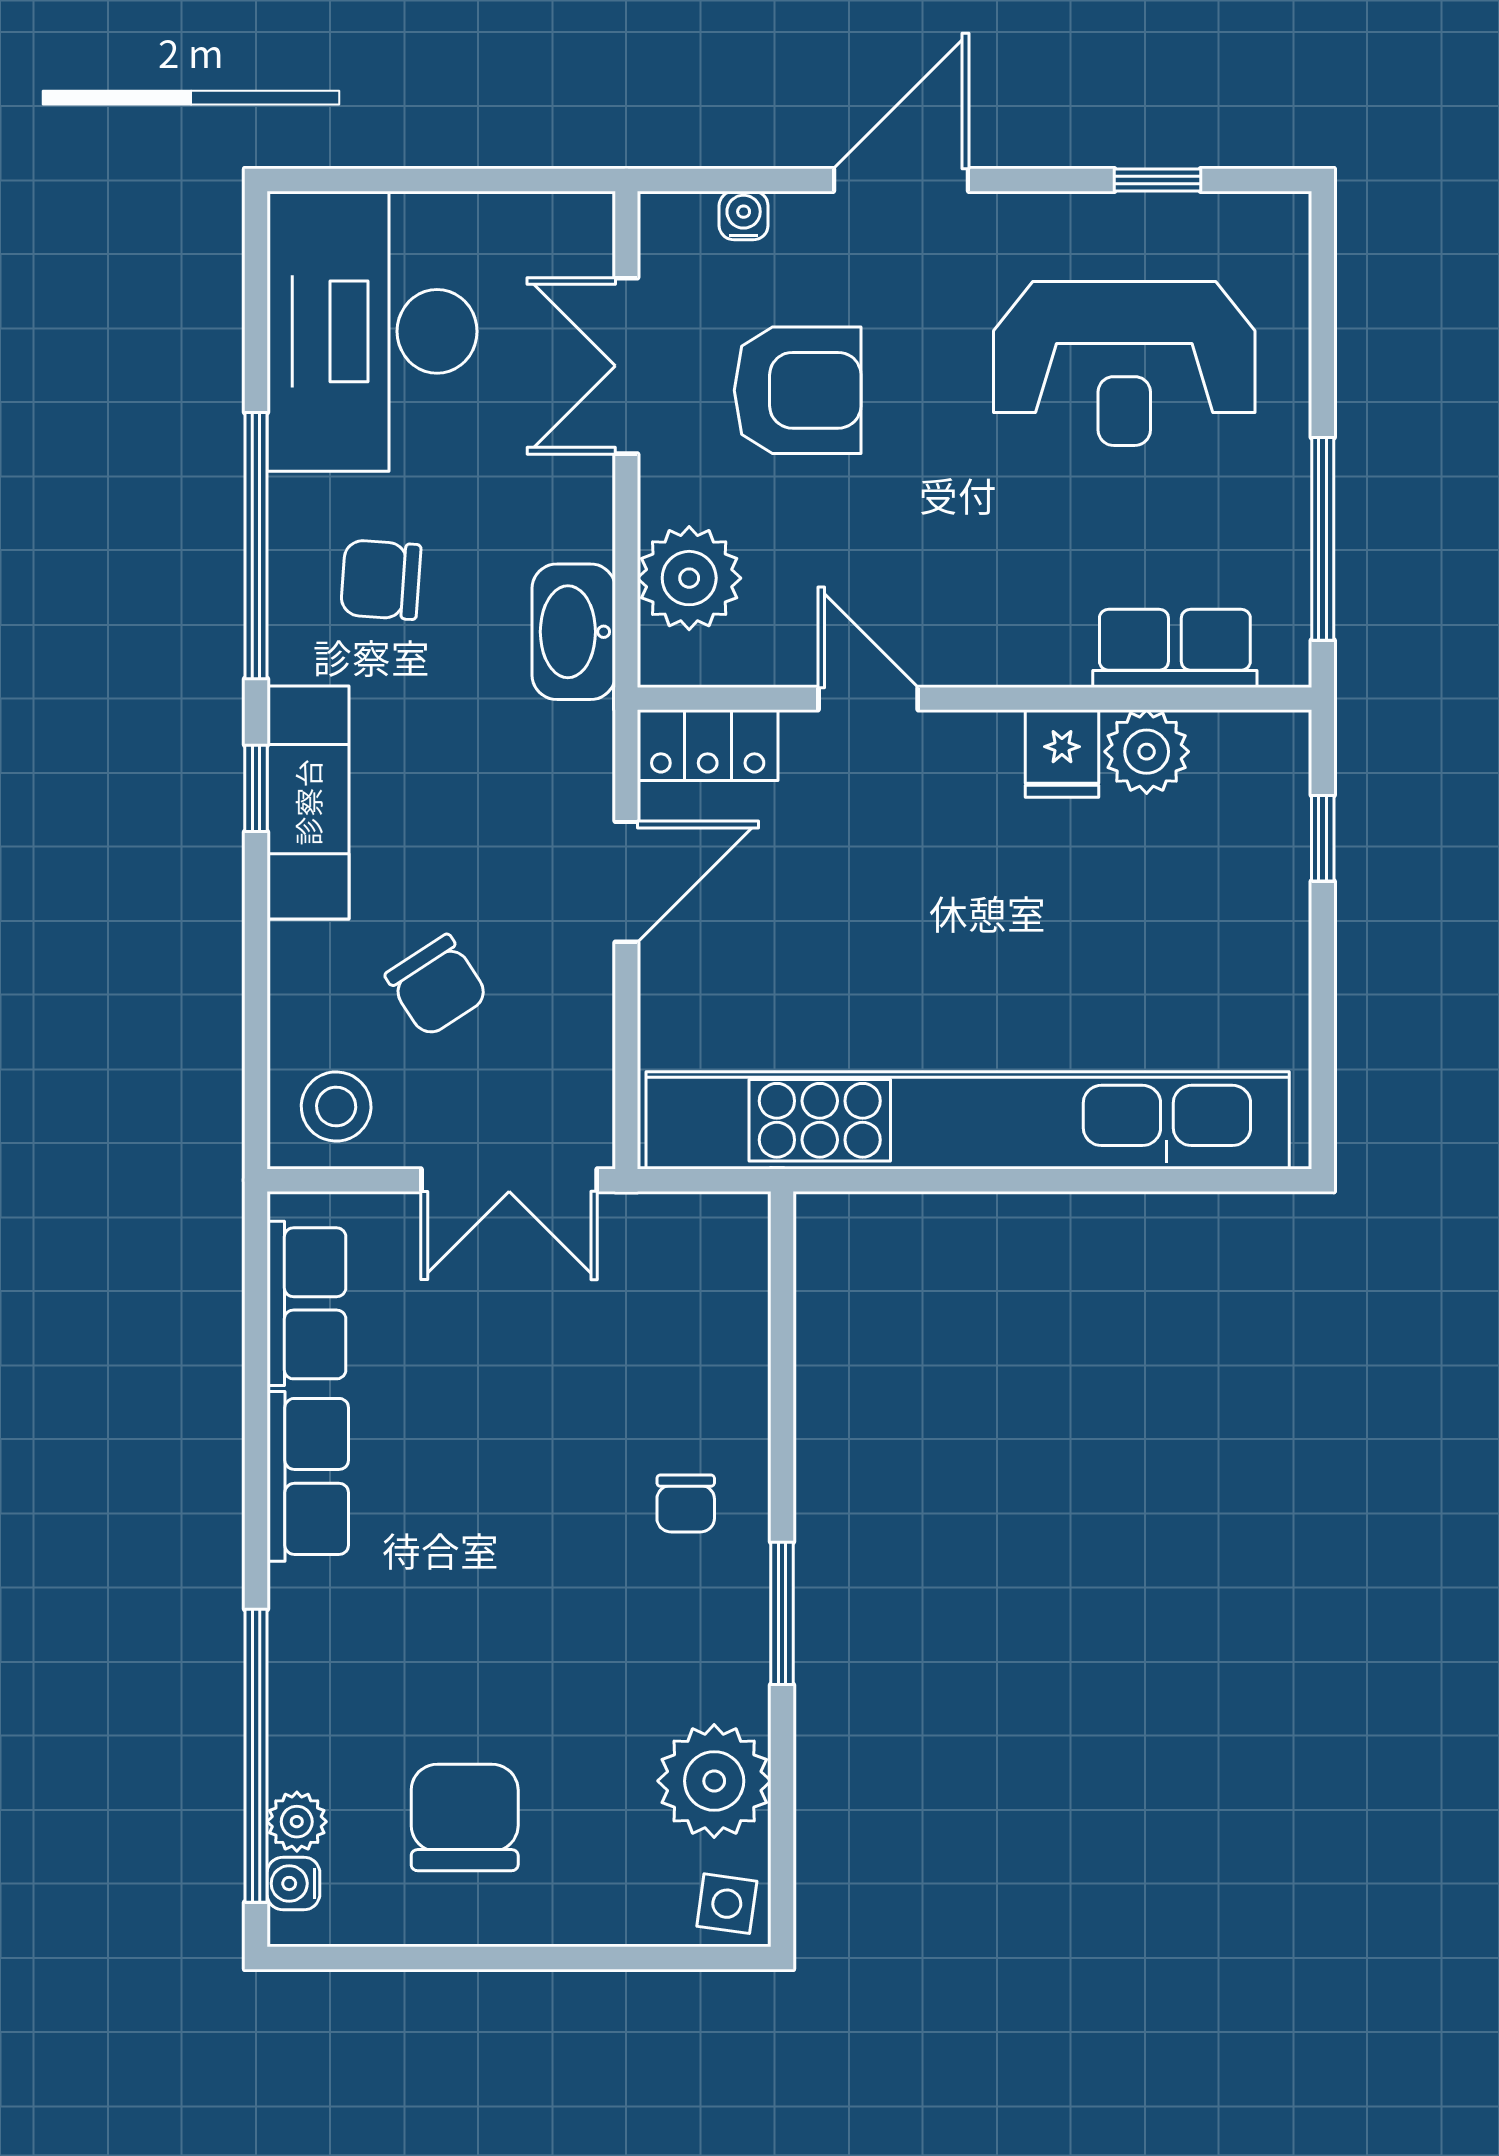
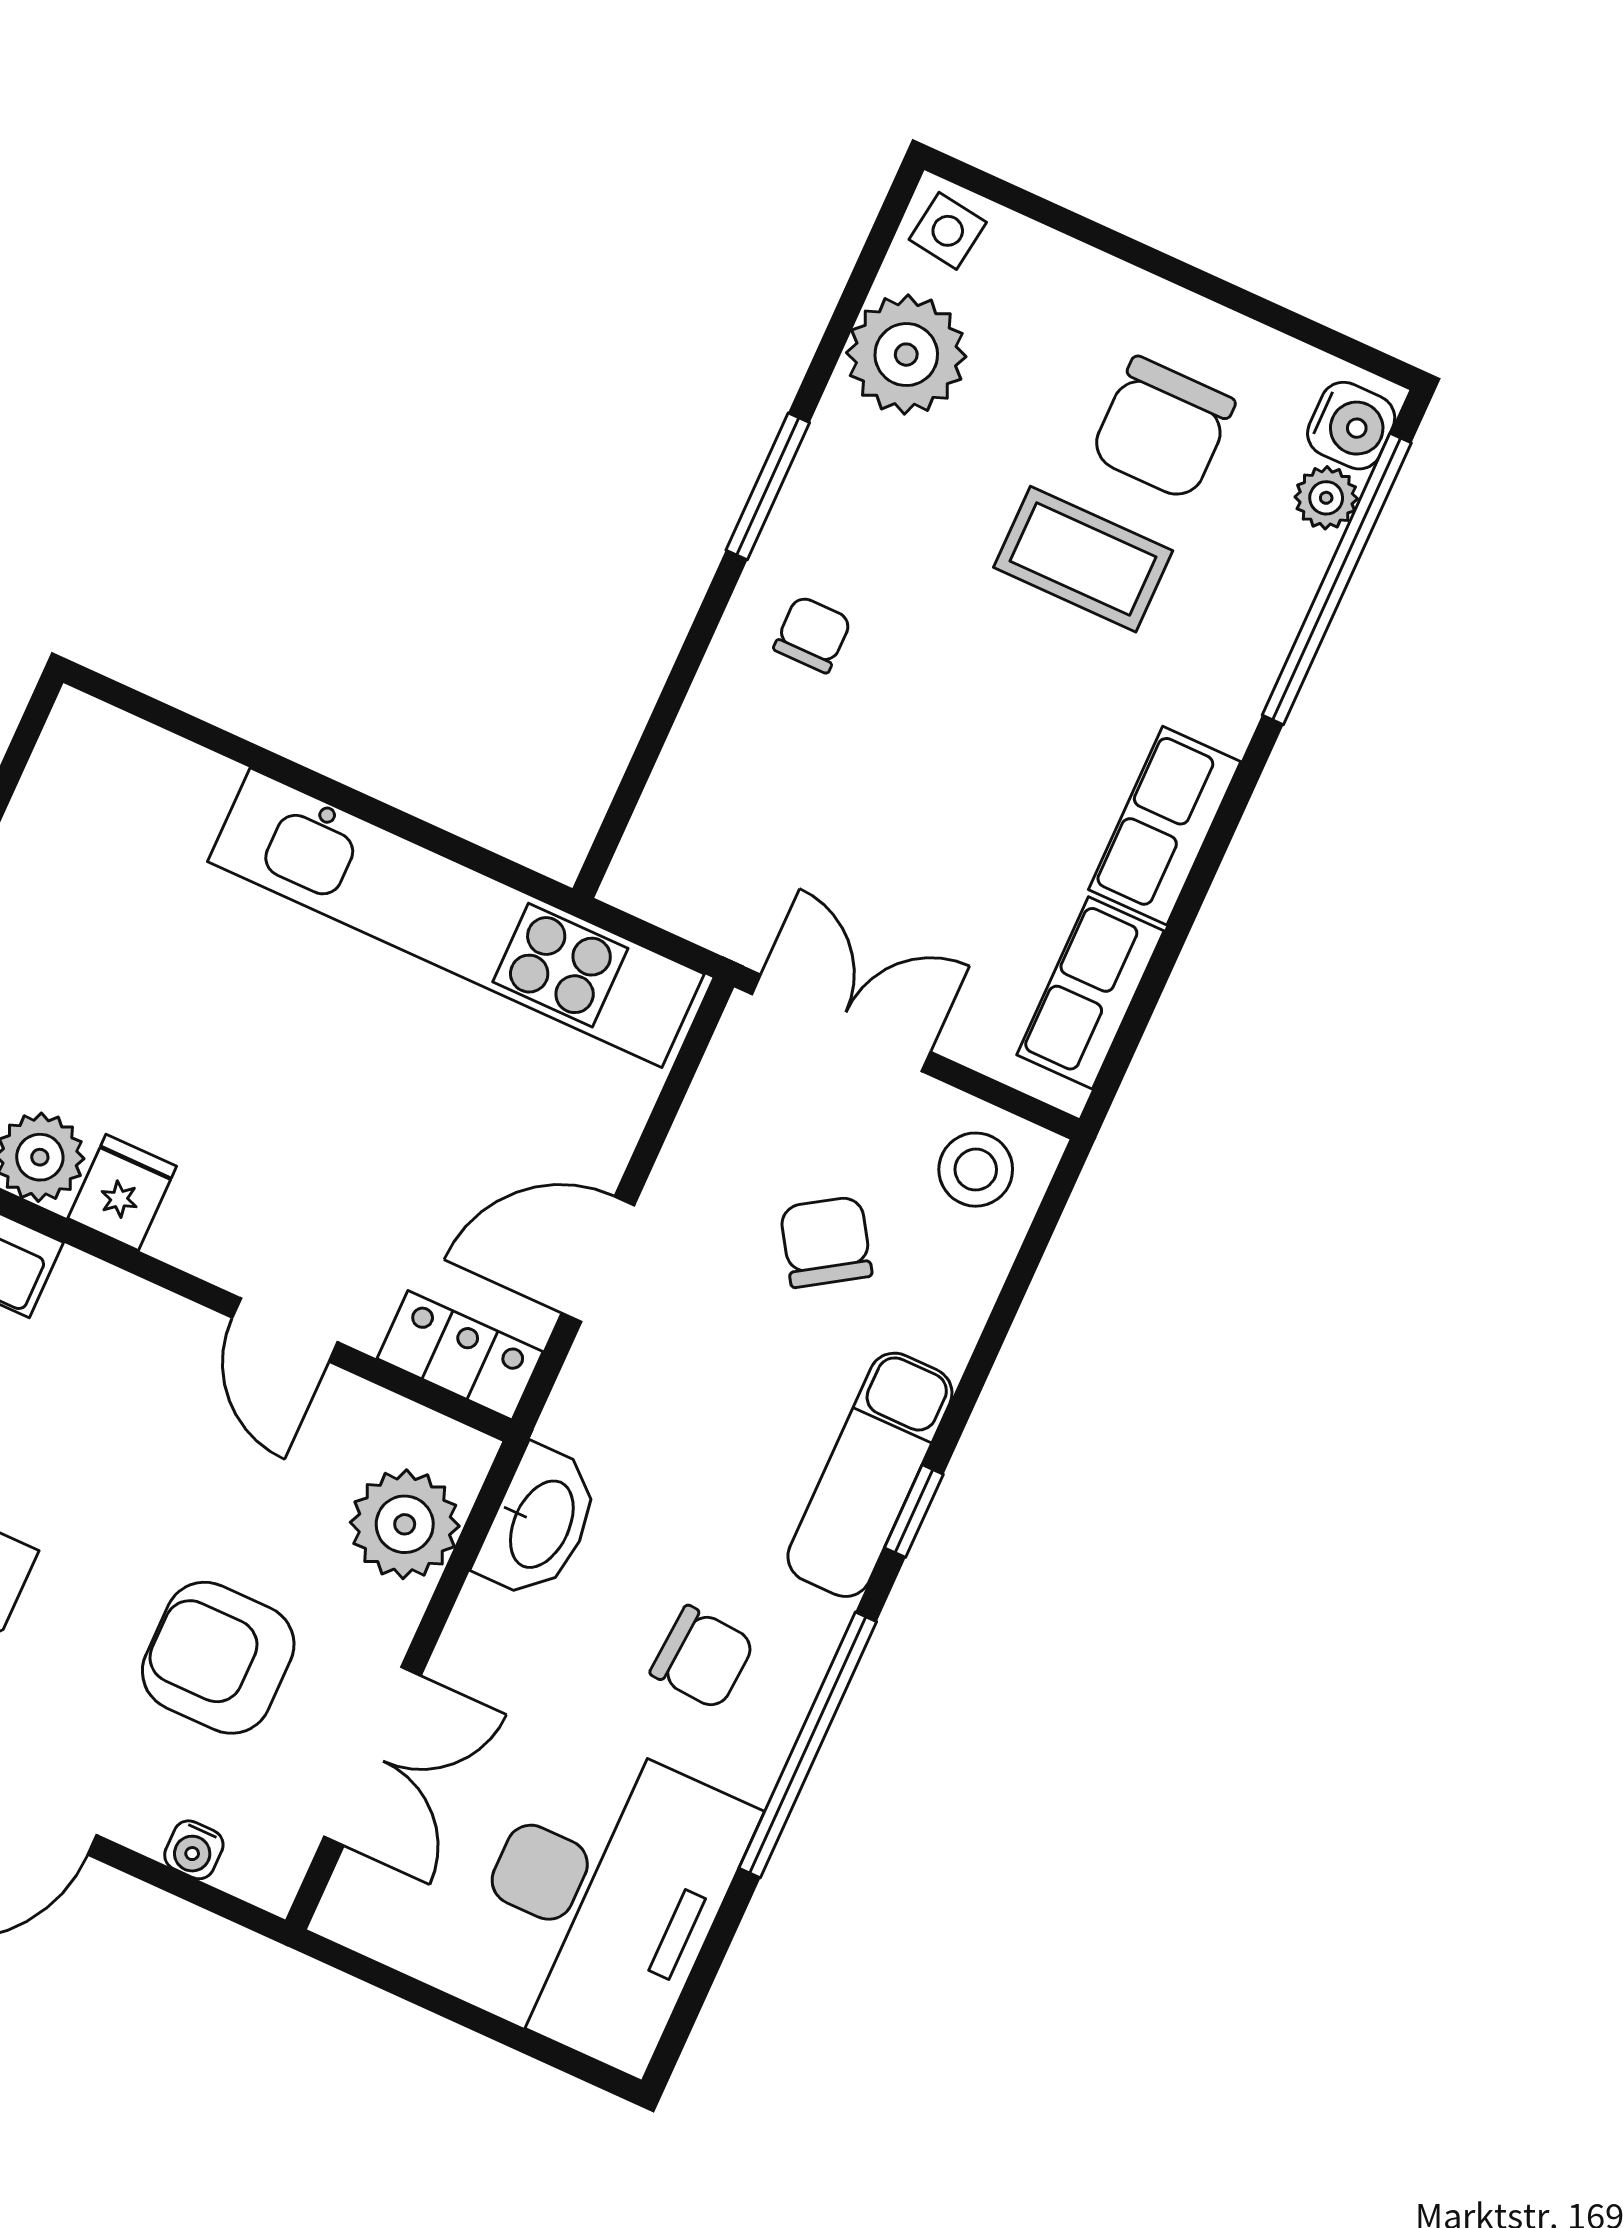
kitchen unit: (968, 1120) -> (456, 918), width x0.73
coffee table: (482, 1674) -> (1083, 559), added
water cooler: (293, 1883) -> (1351, 426), width x1.38, depth x1.38

